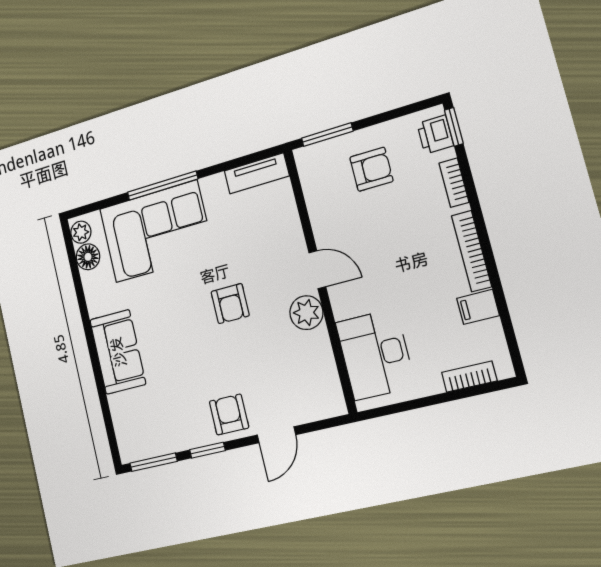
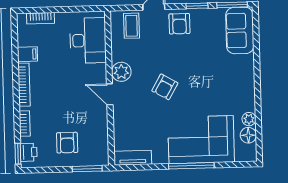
armchair: (371, 169) -> (67, 143), turned -90
plant: (81, 232) -> (249, 119), moved
armchair: (230, 304) -> (165, 87), turned -150
sofa: (118, 352) -> (240, 30), moved
coffee table: (306, 395) -> (132, 26), added

